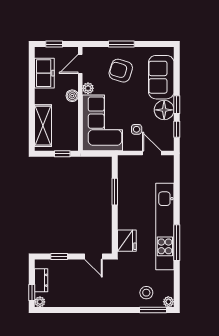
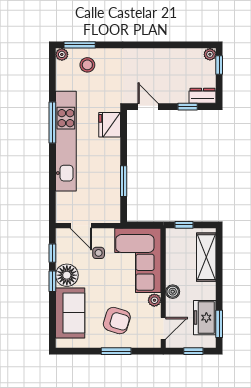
window: (32, 68) -> (219, 324), added
dresser: (41, 280) -> (203, 96), moved, turned 90

